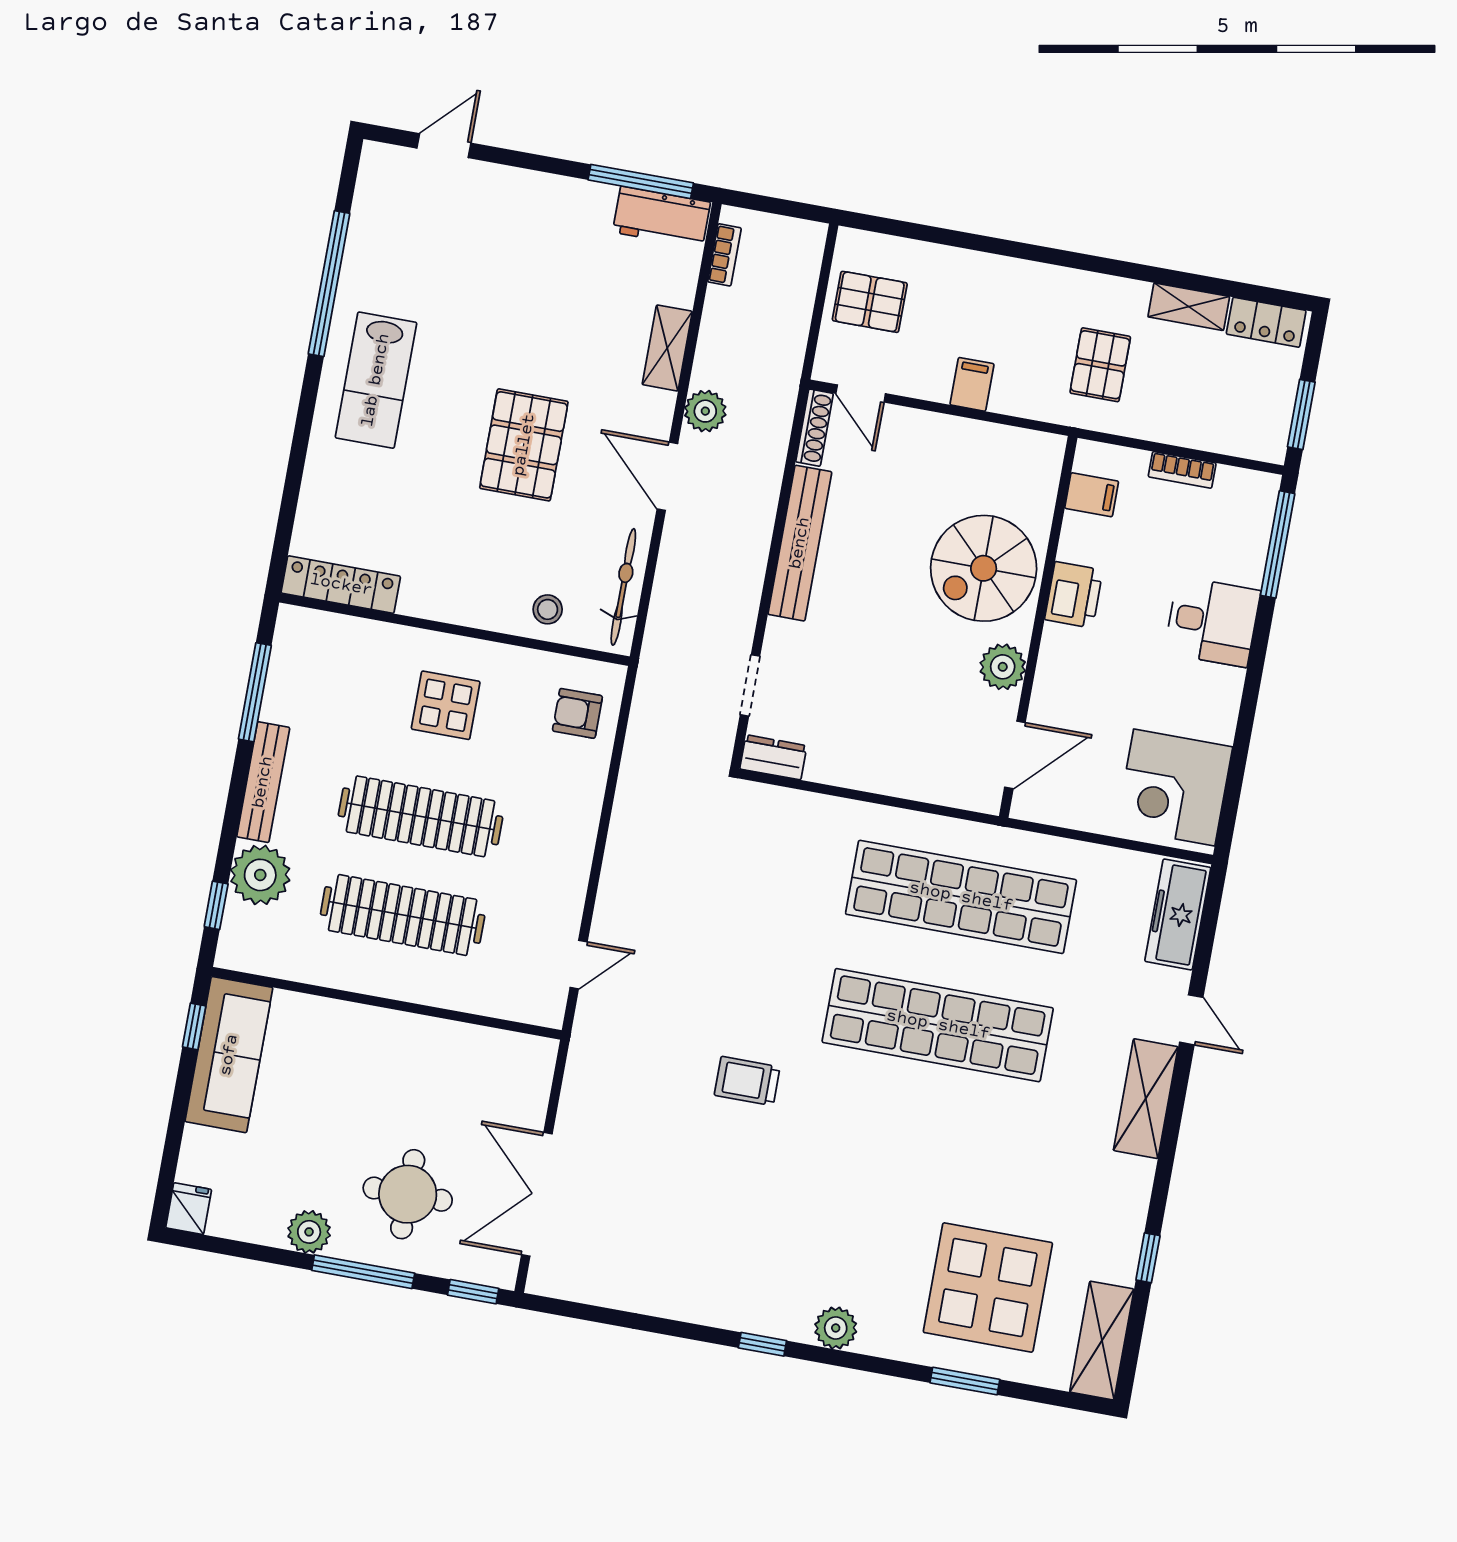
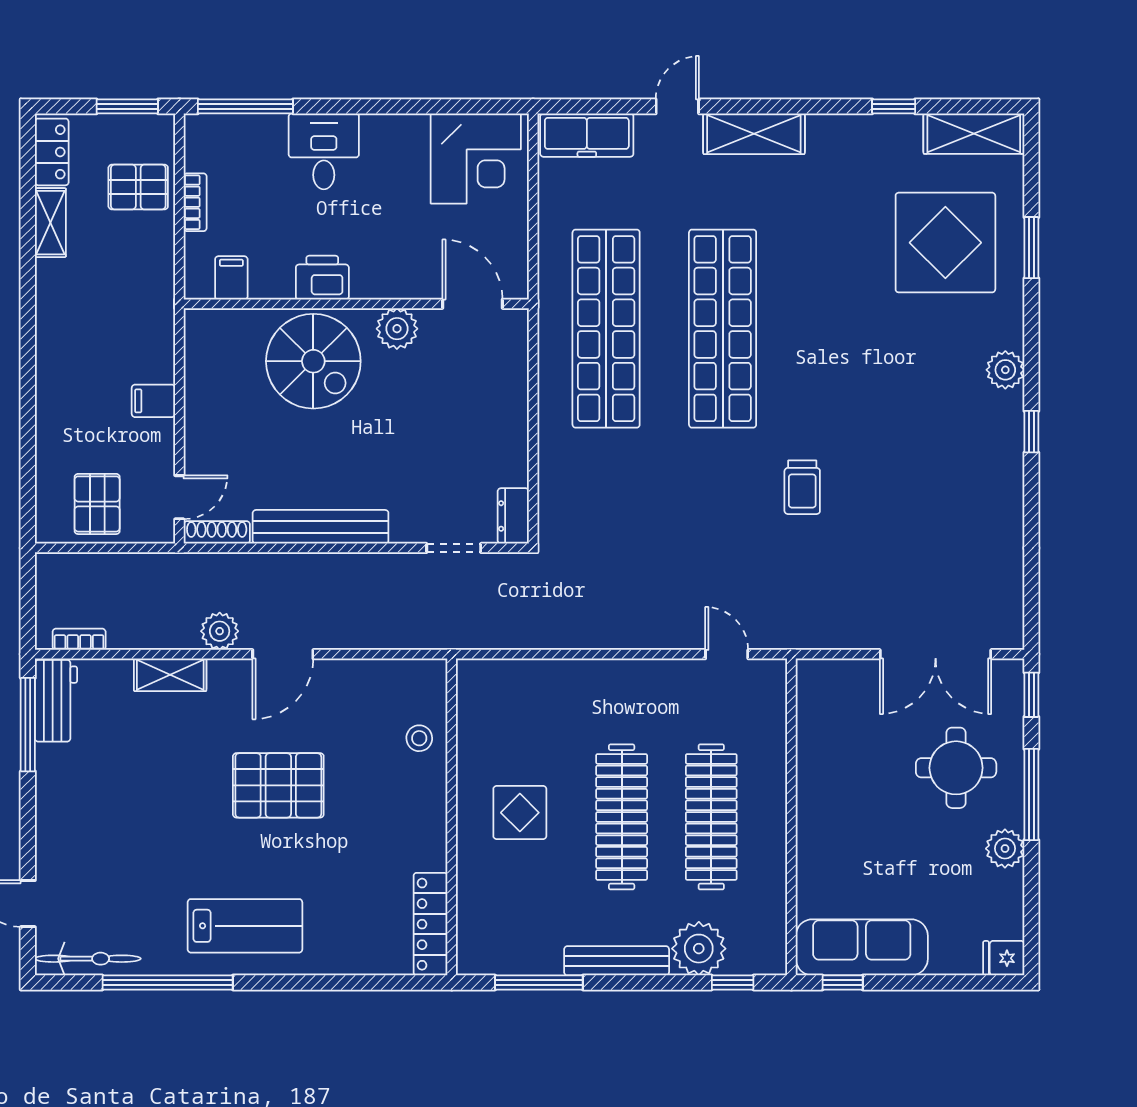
pallet: (1100, 365) -> (138, 187), moved
bicycle: (623, 587) -> (88, 959), moved, turned 180
armchair: (577, 713) -> (506, 695), removed

